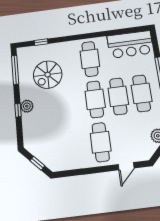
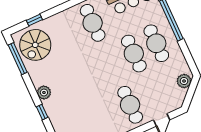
spiral stairs: (48, 75) -> (35, 45), moved
cafe table: (95, 99) -> (111, 64), removed
window: (18, 110) -> (42, 112), moved

